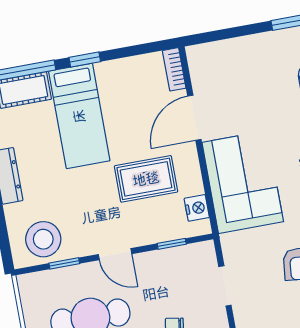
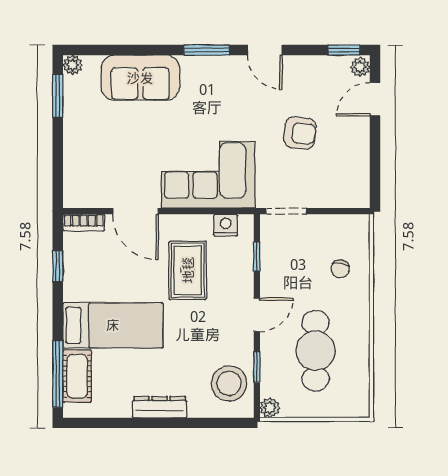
window: (85, 59) -> (58, 266), moved
plant: (27, 283) -> (270, 408), added
doorway: (225, 286) -> (286, 211), moved

